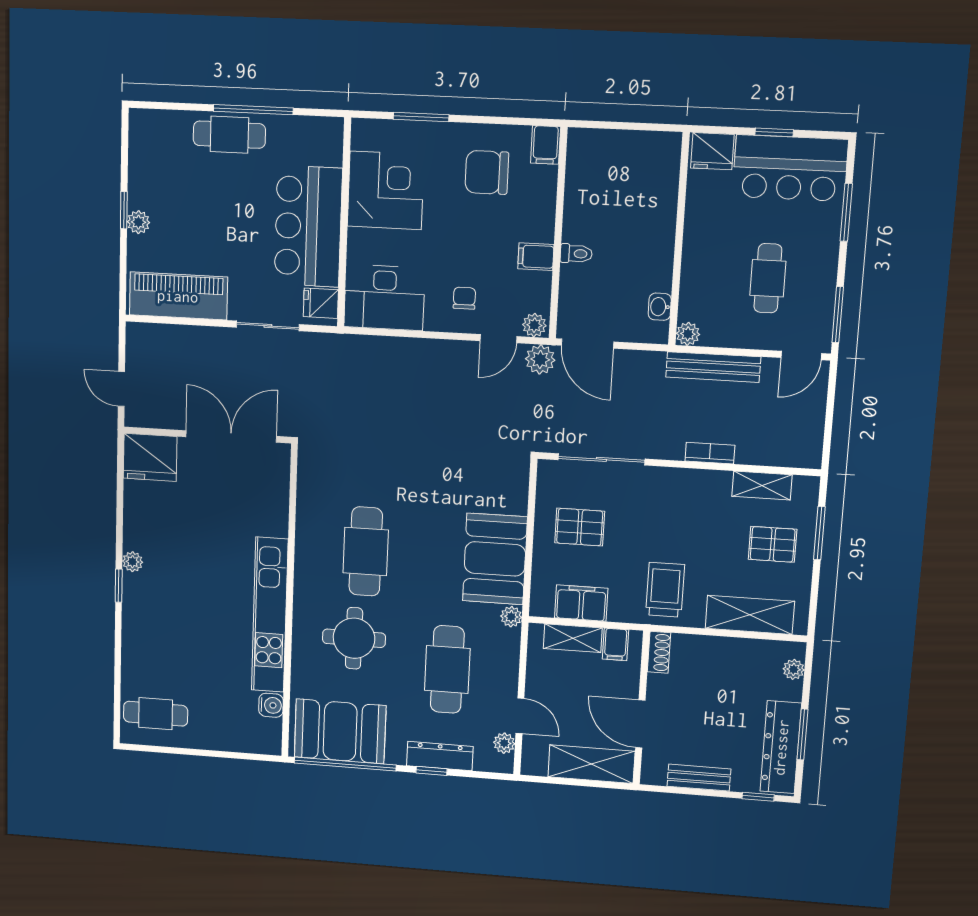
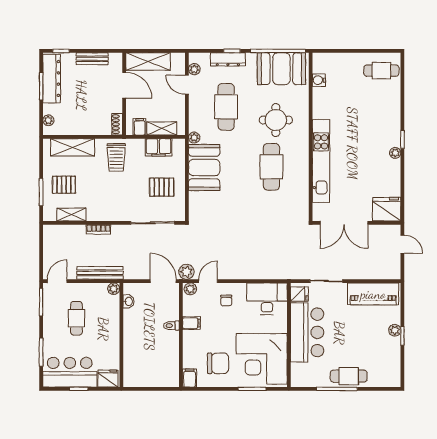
corner desk: (386, 190) -> (262, 359), width x1.36, depth x1.36
kitchen unit: (270, 615) -> (321, 161), moved

